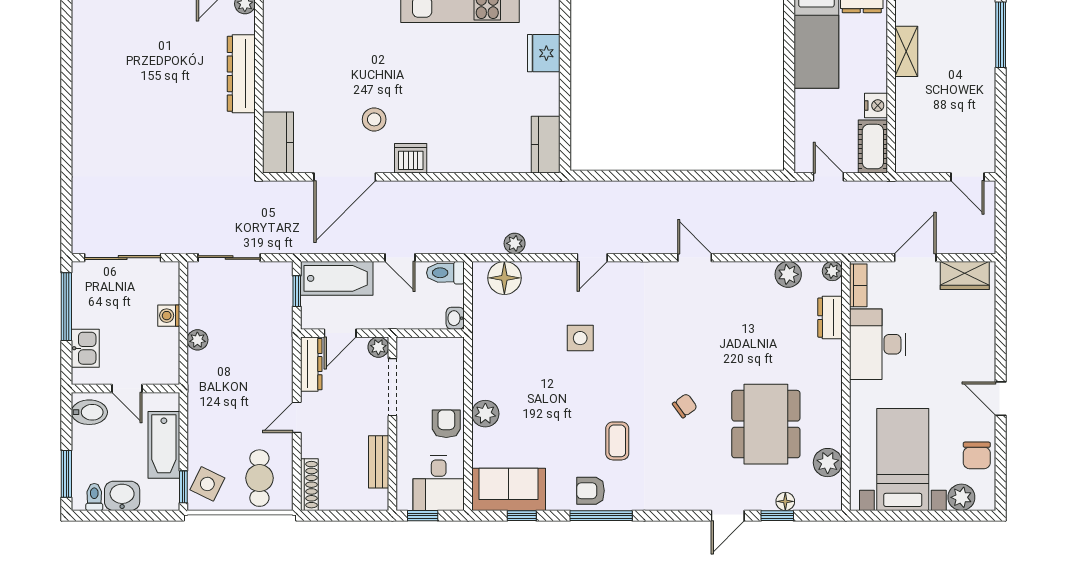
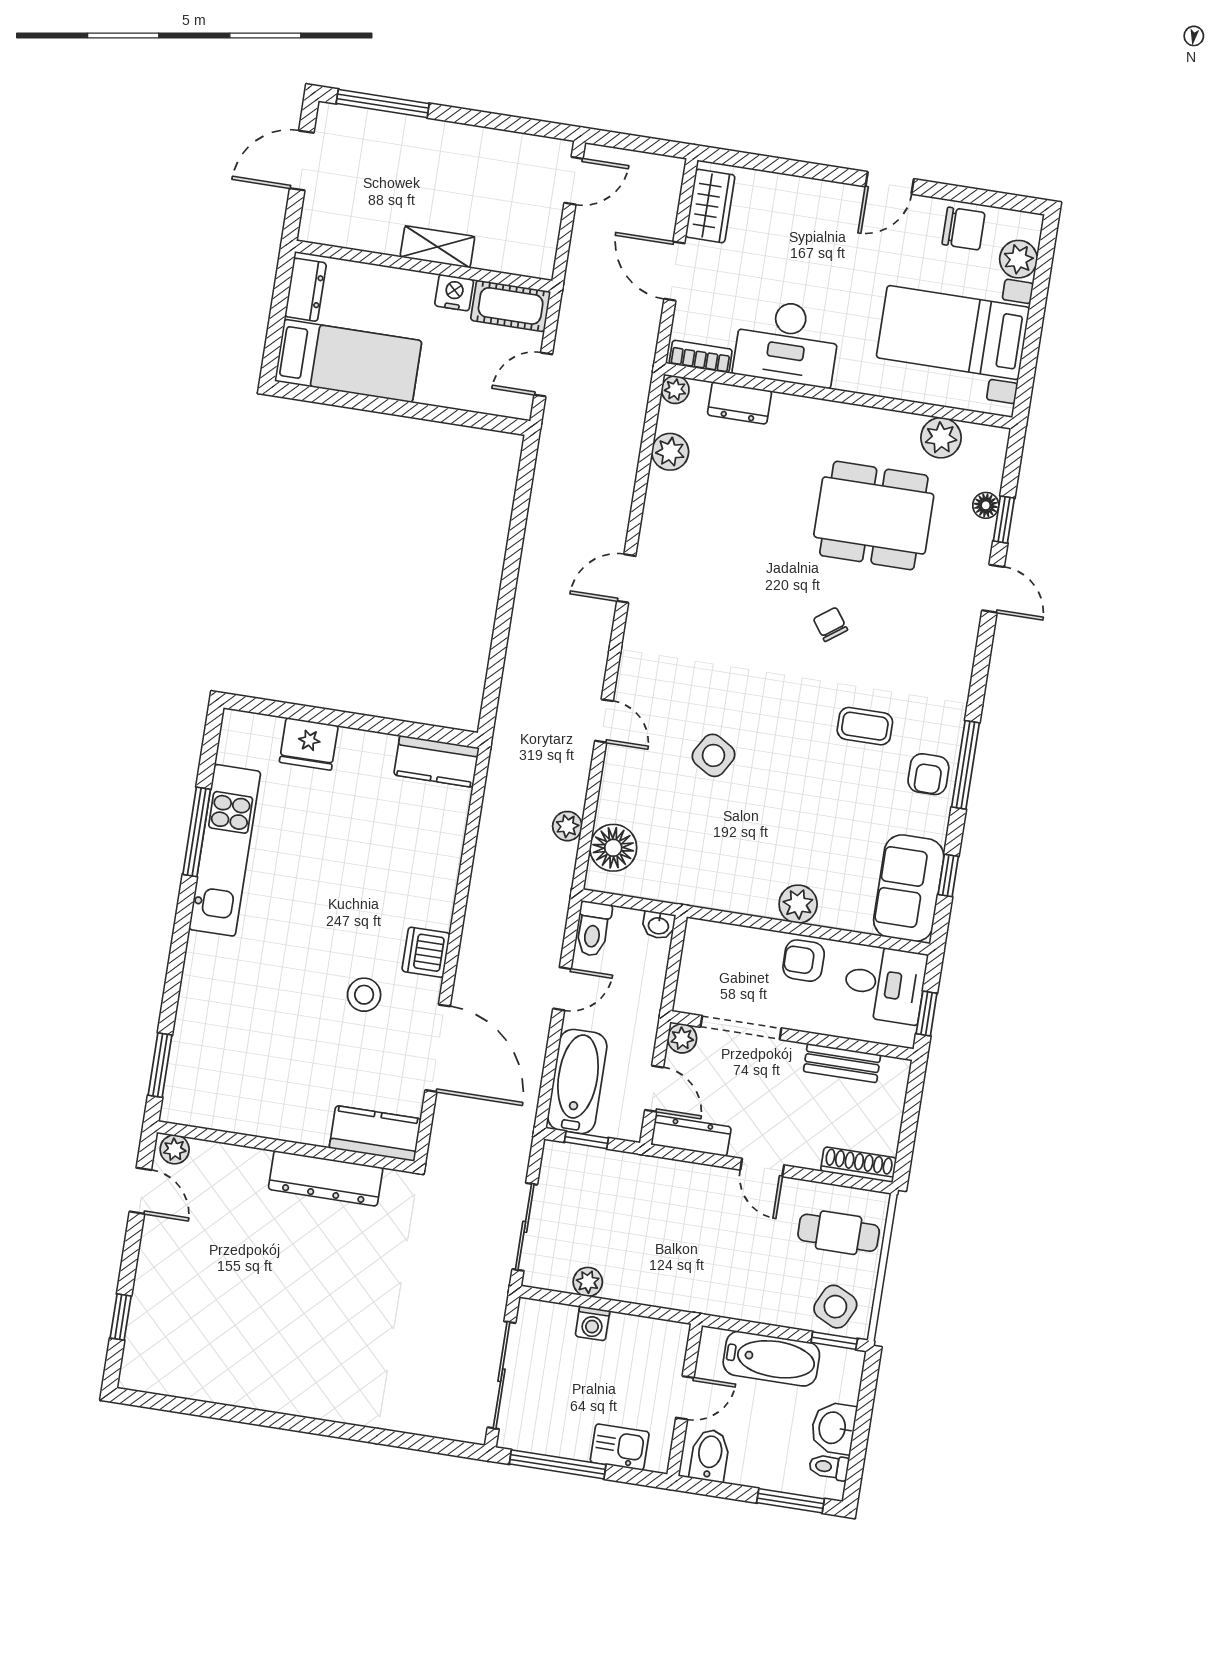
shelving: (906, 51) -> (437, 247), moved
dresser: (241, 74) -> (326, 1178), moved
side table: (580, 338) -> (714, 755), turned 31
plant: (197, 340) -> (588, 1282), moved

